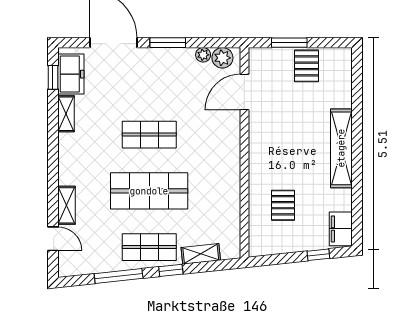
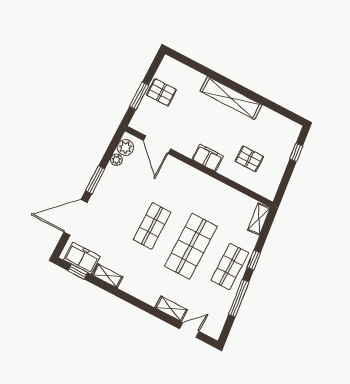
filing cabinet: (341, 229) -> (208, 158), moved, turned 180
shelving: (201, 254) -> (259, 219), moved

